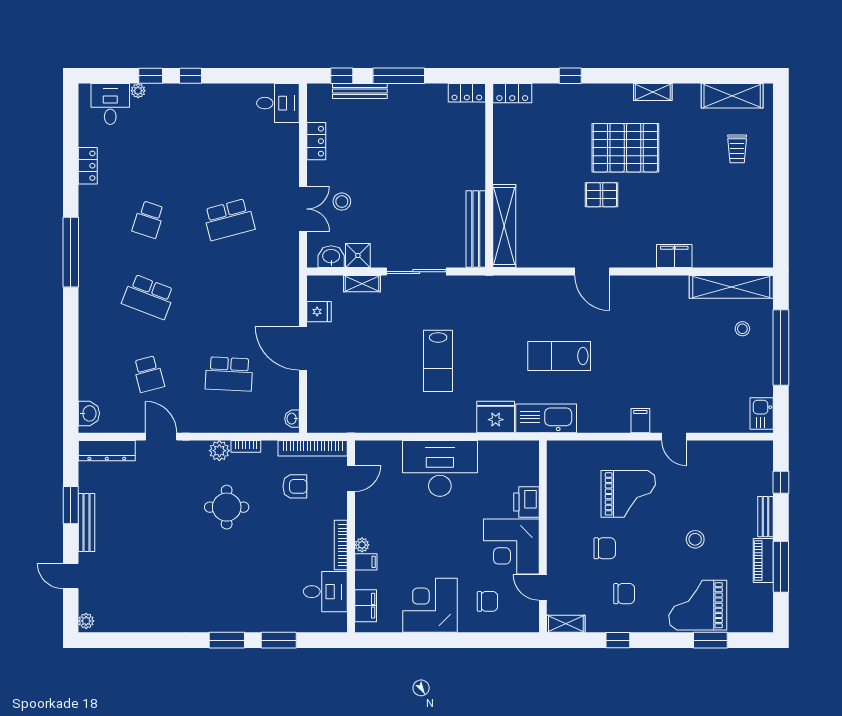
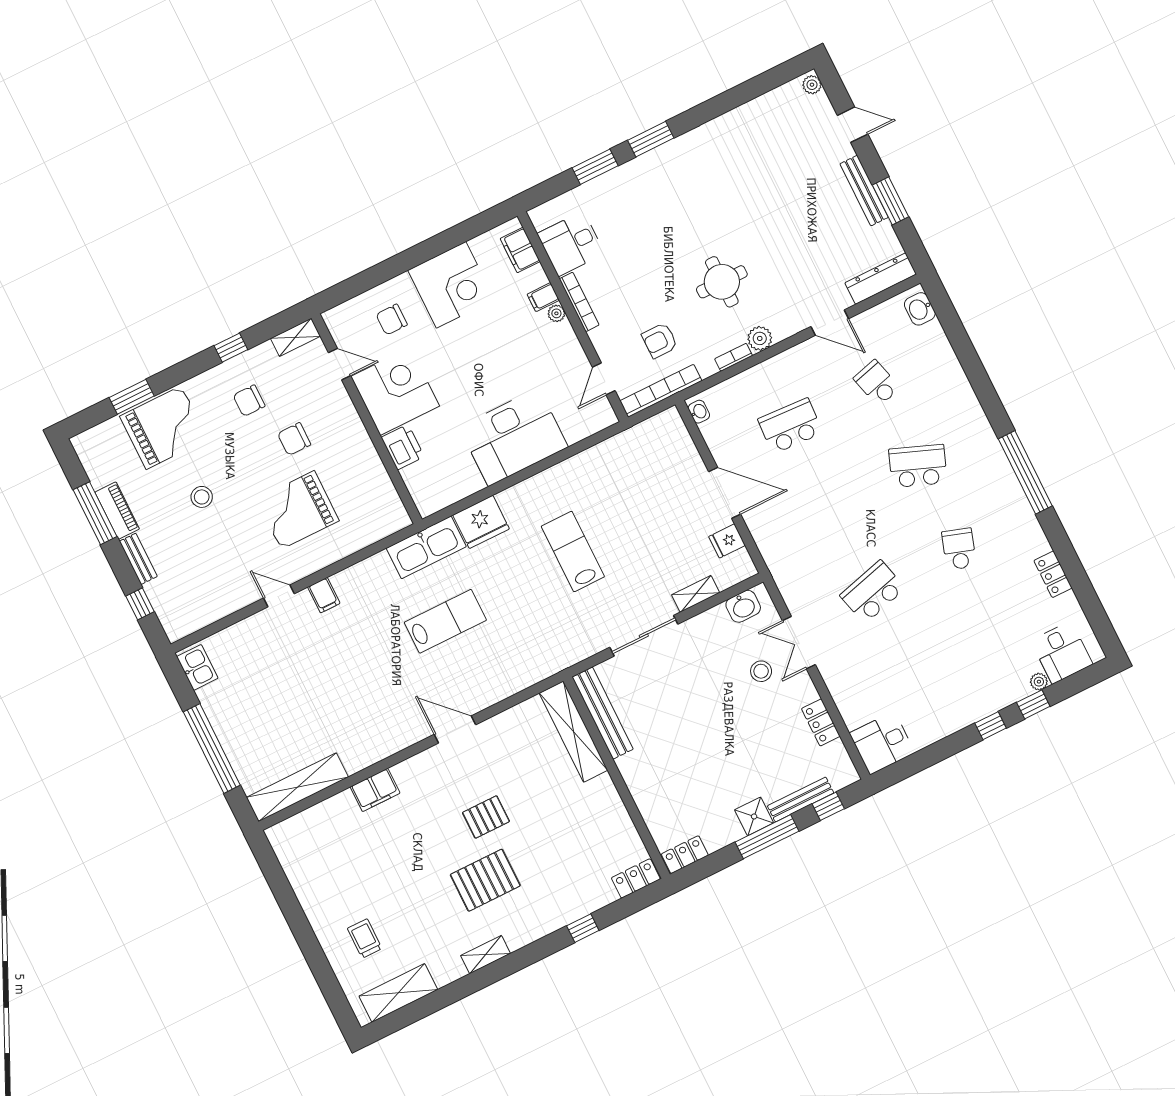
pallet: (625, 148) -> (485, 880), width x0.73, depth x0.71
shower: (358, 256) -> (754, 816), moved
stool: (742, 329) -> (263, 748), removed

